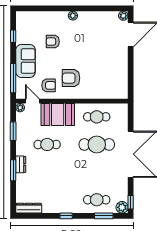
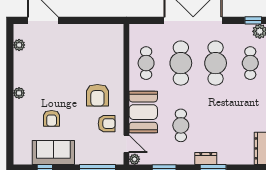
plant: (123, 16) -> (19, 45), moved
sofa: (26, 61) -> (53, 152), moved
armchair: (49, 85) -> (107, 124), turned 90
door: (32, 101) -> (126, 144), swing flipped
cafe table: (97, 172) -> (216, 63), added

